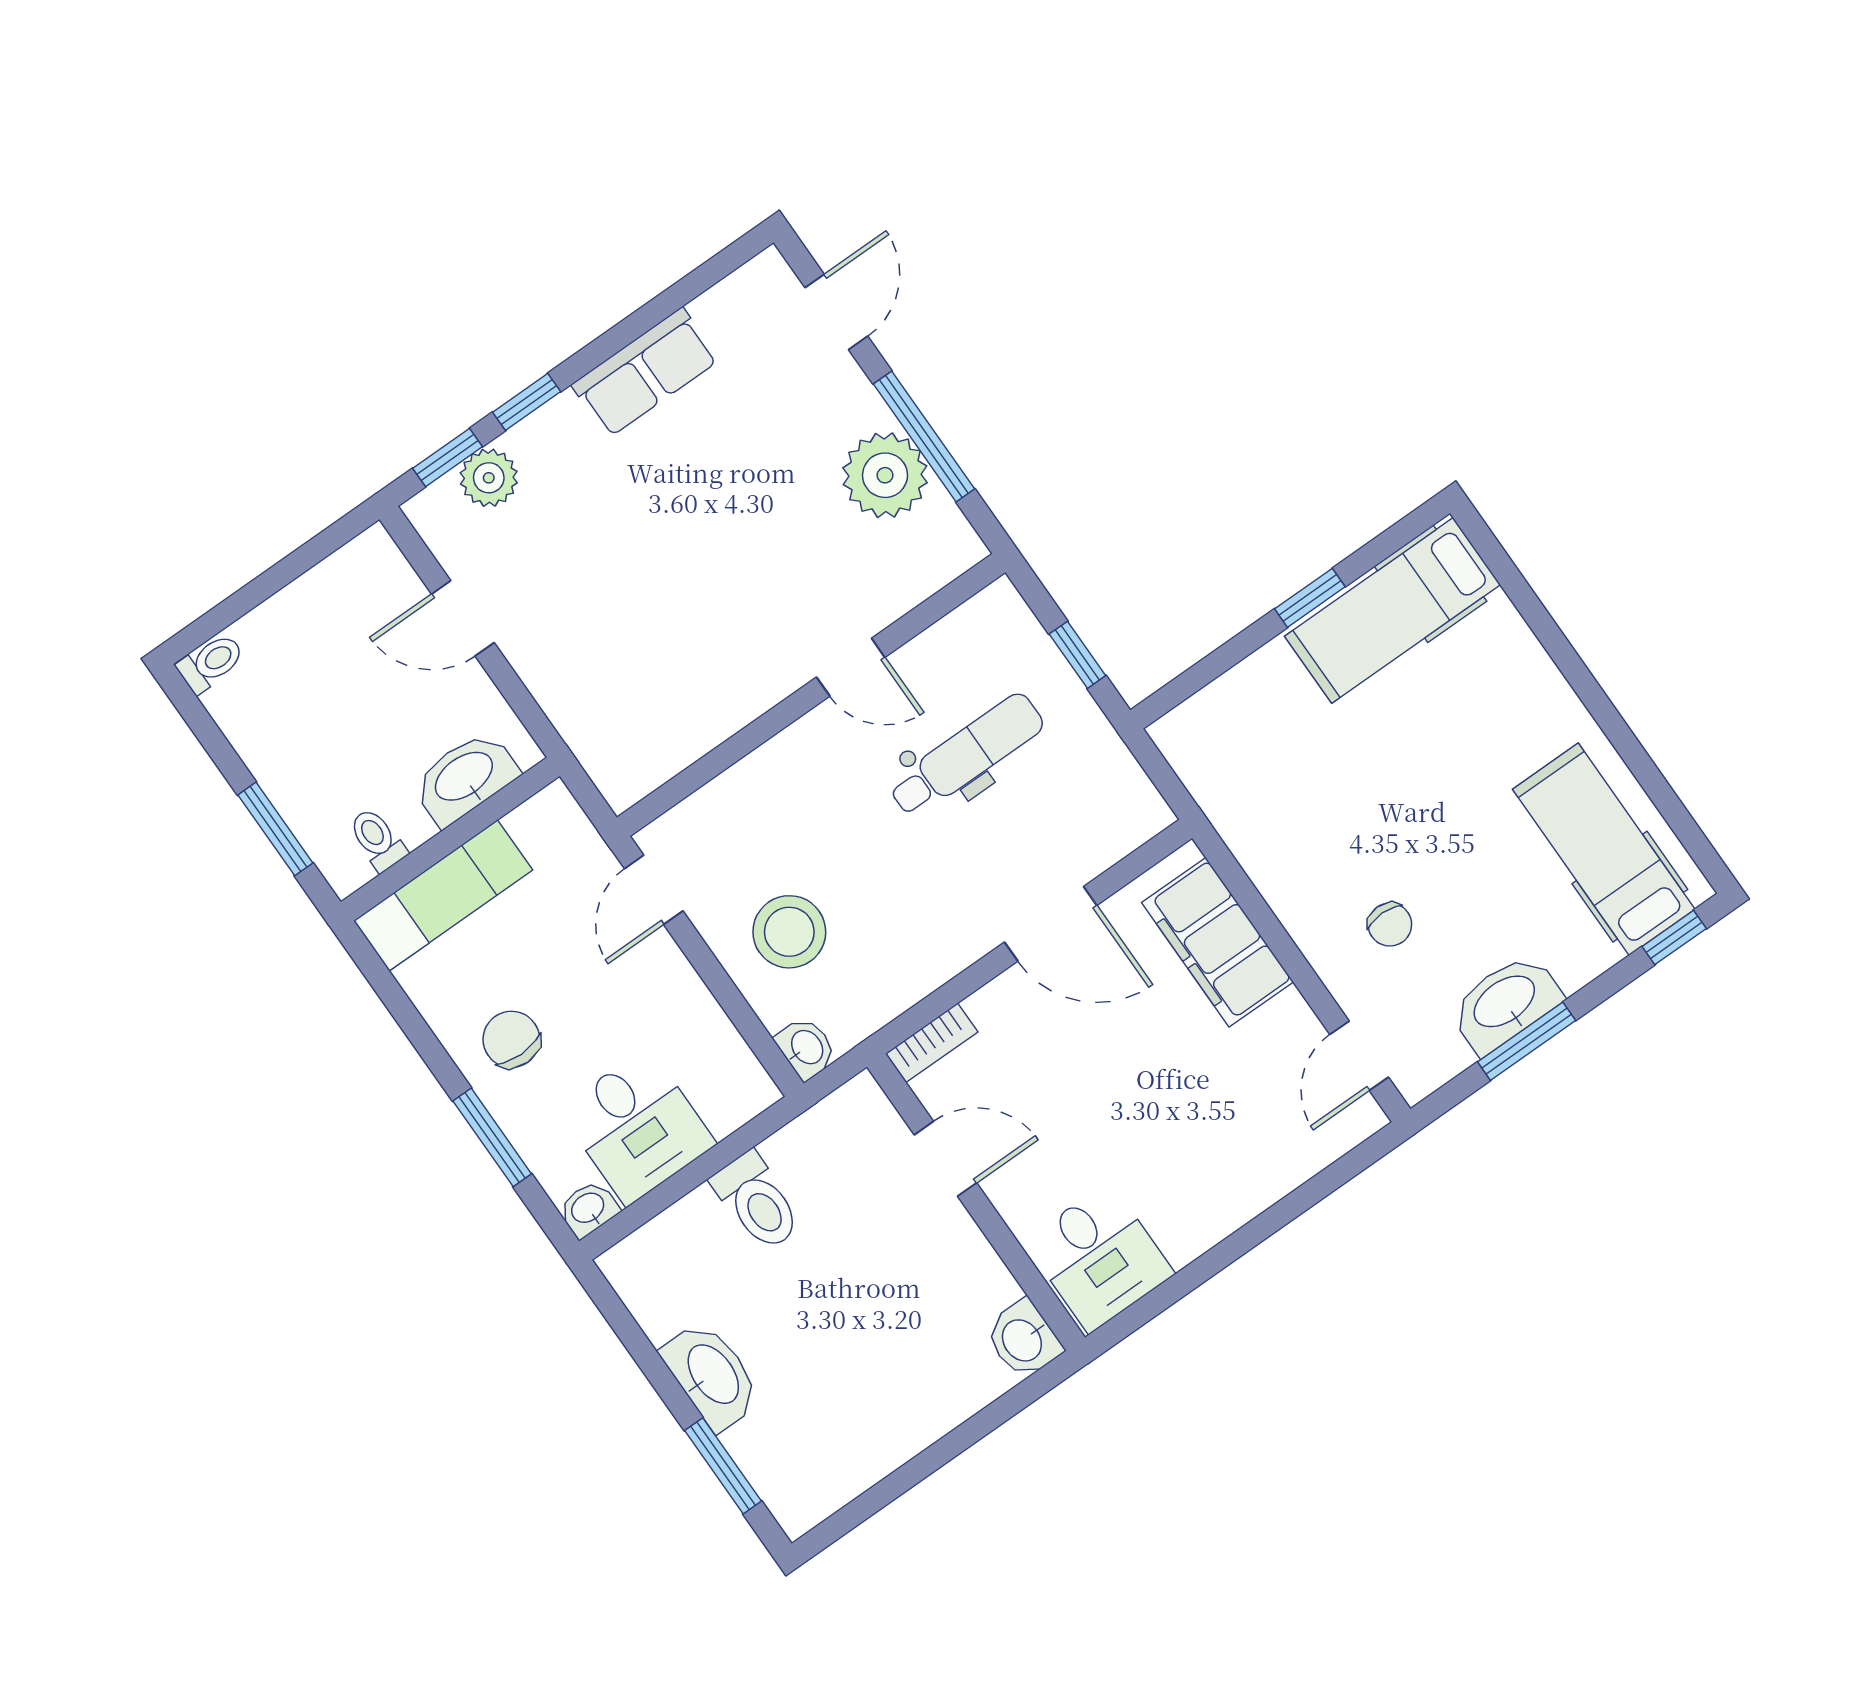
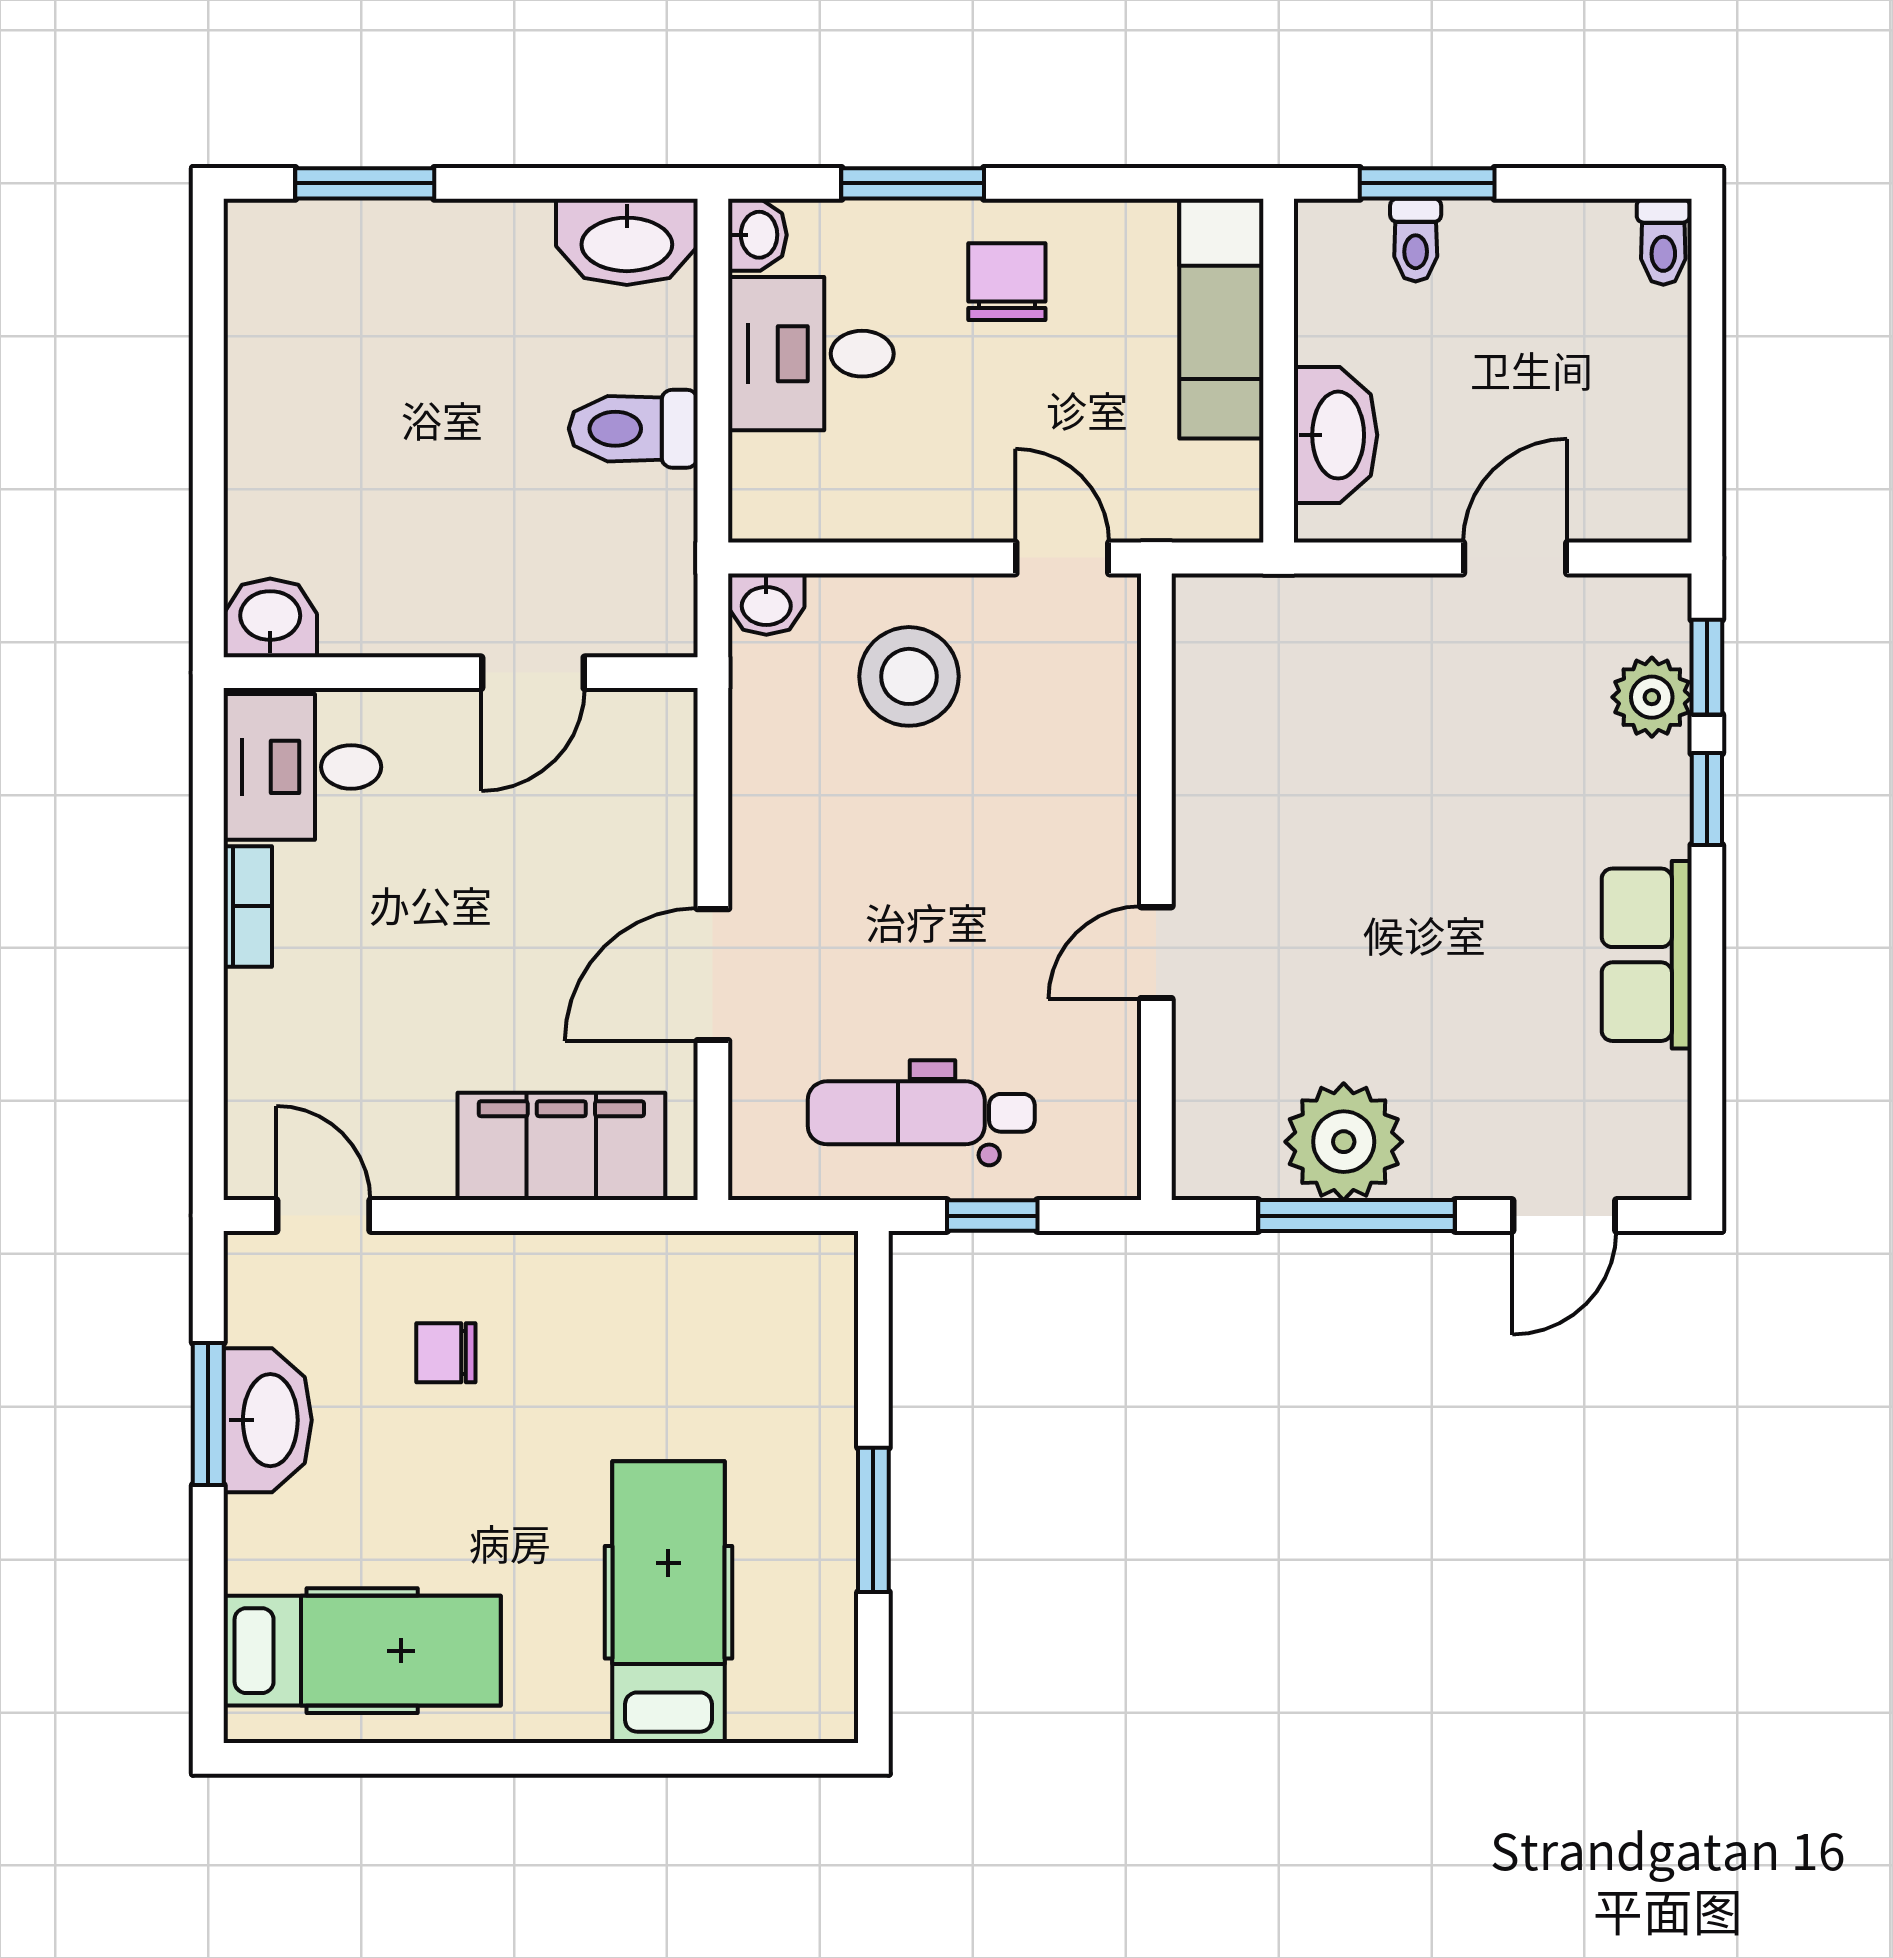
door: (836, 312) -> (1564, 1216), hinge flipped
window: (1310, 598) -> (873, 1520), width x1.50
hospital bed: (1392, 610) -> (668, 1602), moved
dental chair: (966, 755) -> (921, 1113), moved, turned 90
toilet: (377, 839) -> (1416, 240), moved, turned 90
window: (1674, 937) -> (208, 1660), removed
chair: (511, 1039) -> (1007, 282), turned -90
bookcase: (932, 1043) -> (248, 906), moved, turned 180
washbasin: (712, 1375) -> (627, 242), moved

